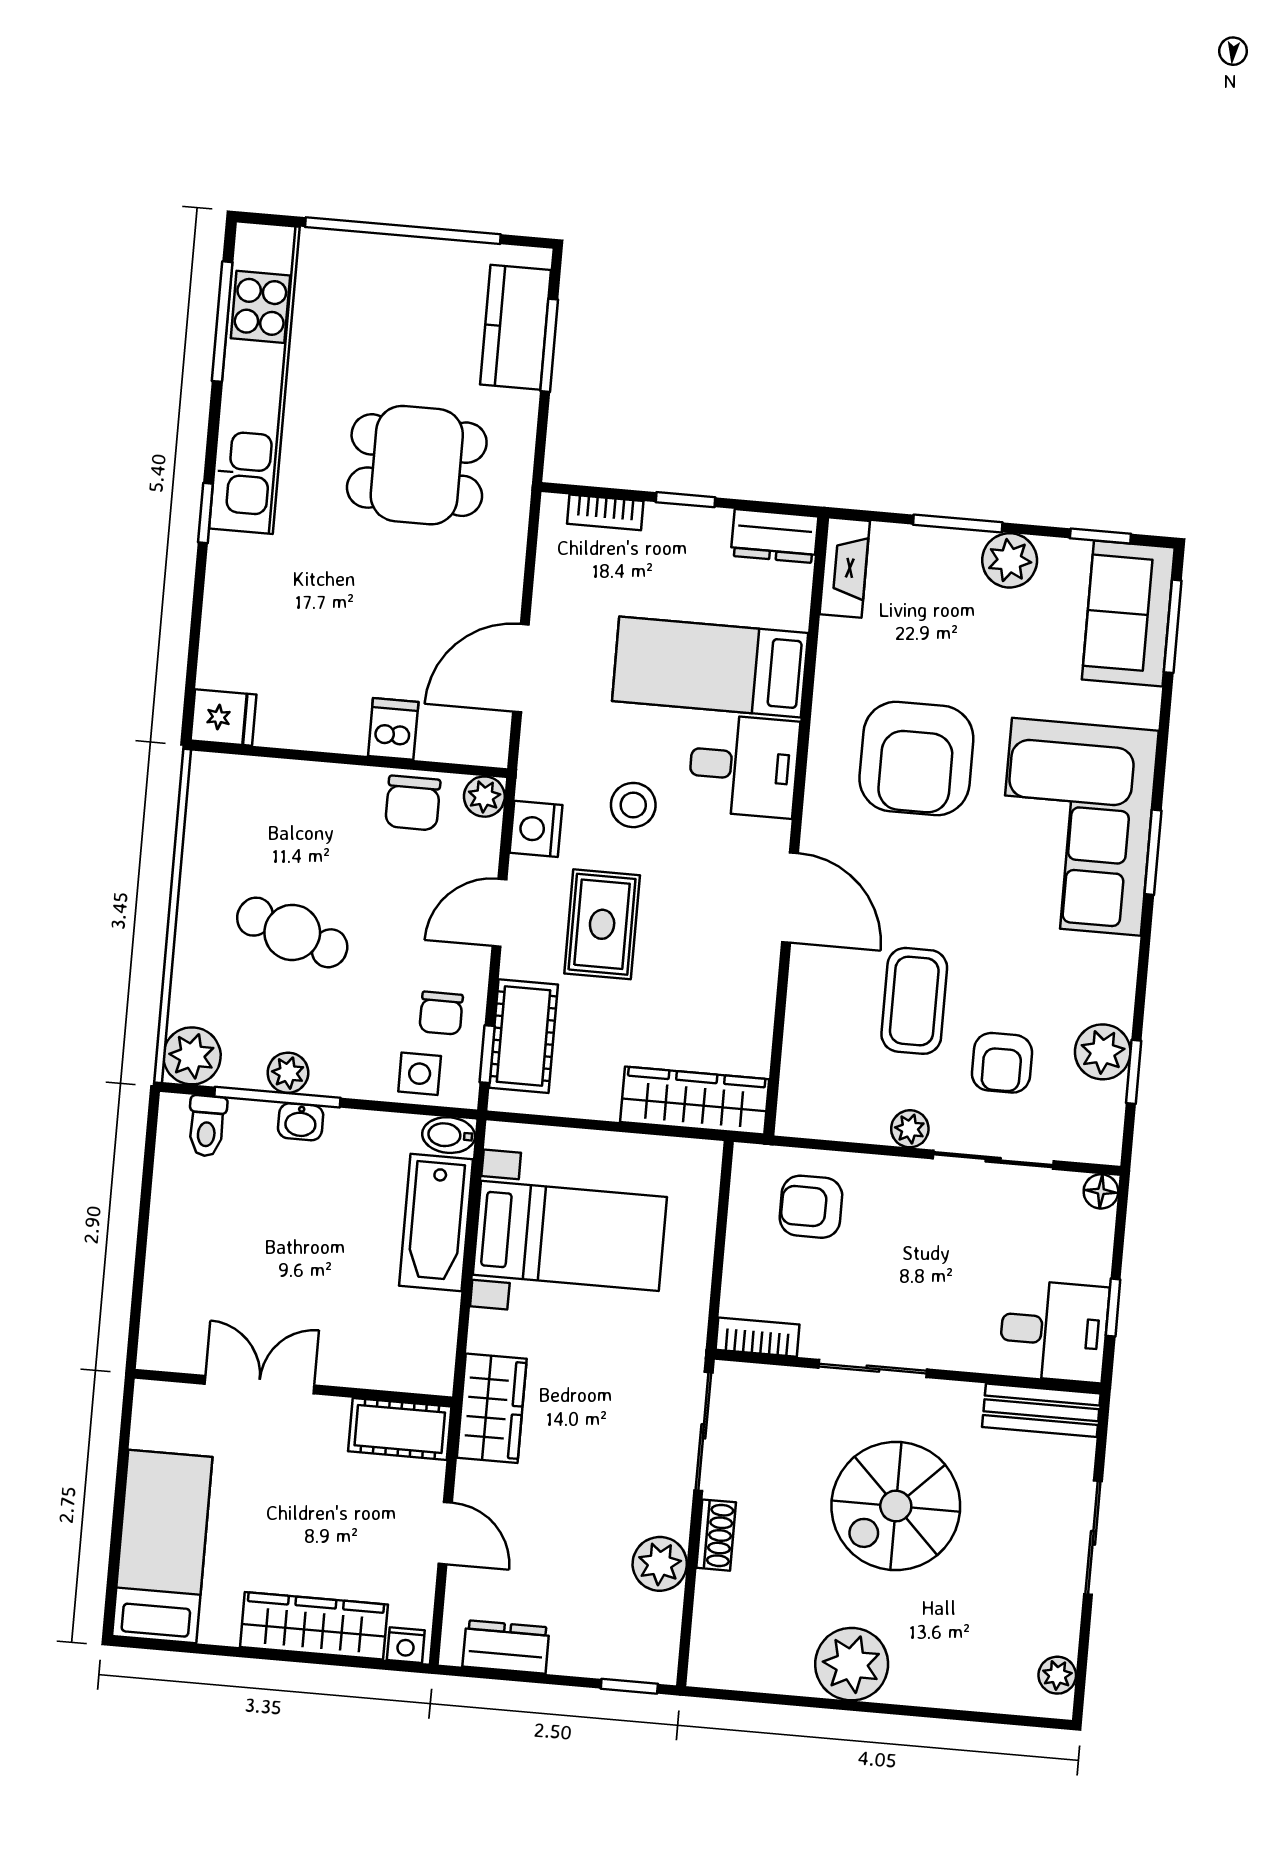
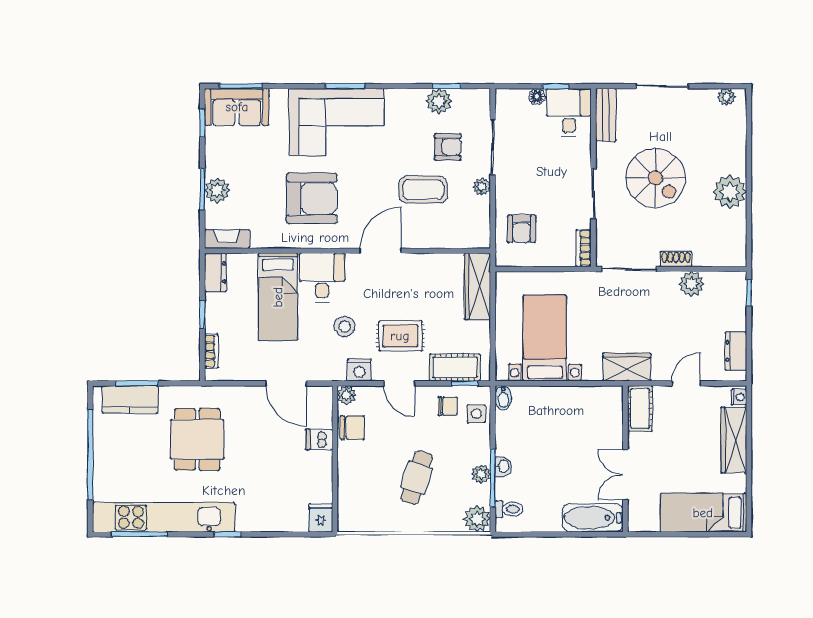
plant: (1010, 560) -> (217, 190), moved
floor lamp: (1101, 1191) -> (537, 96), moved
bathtub: (436, 1222) -> (593, 518), moved, turned 180

